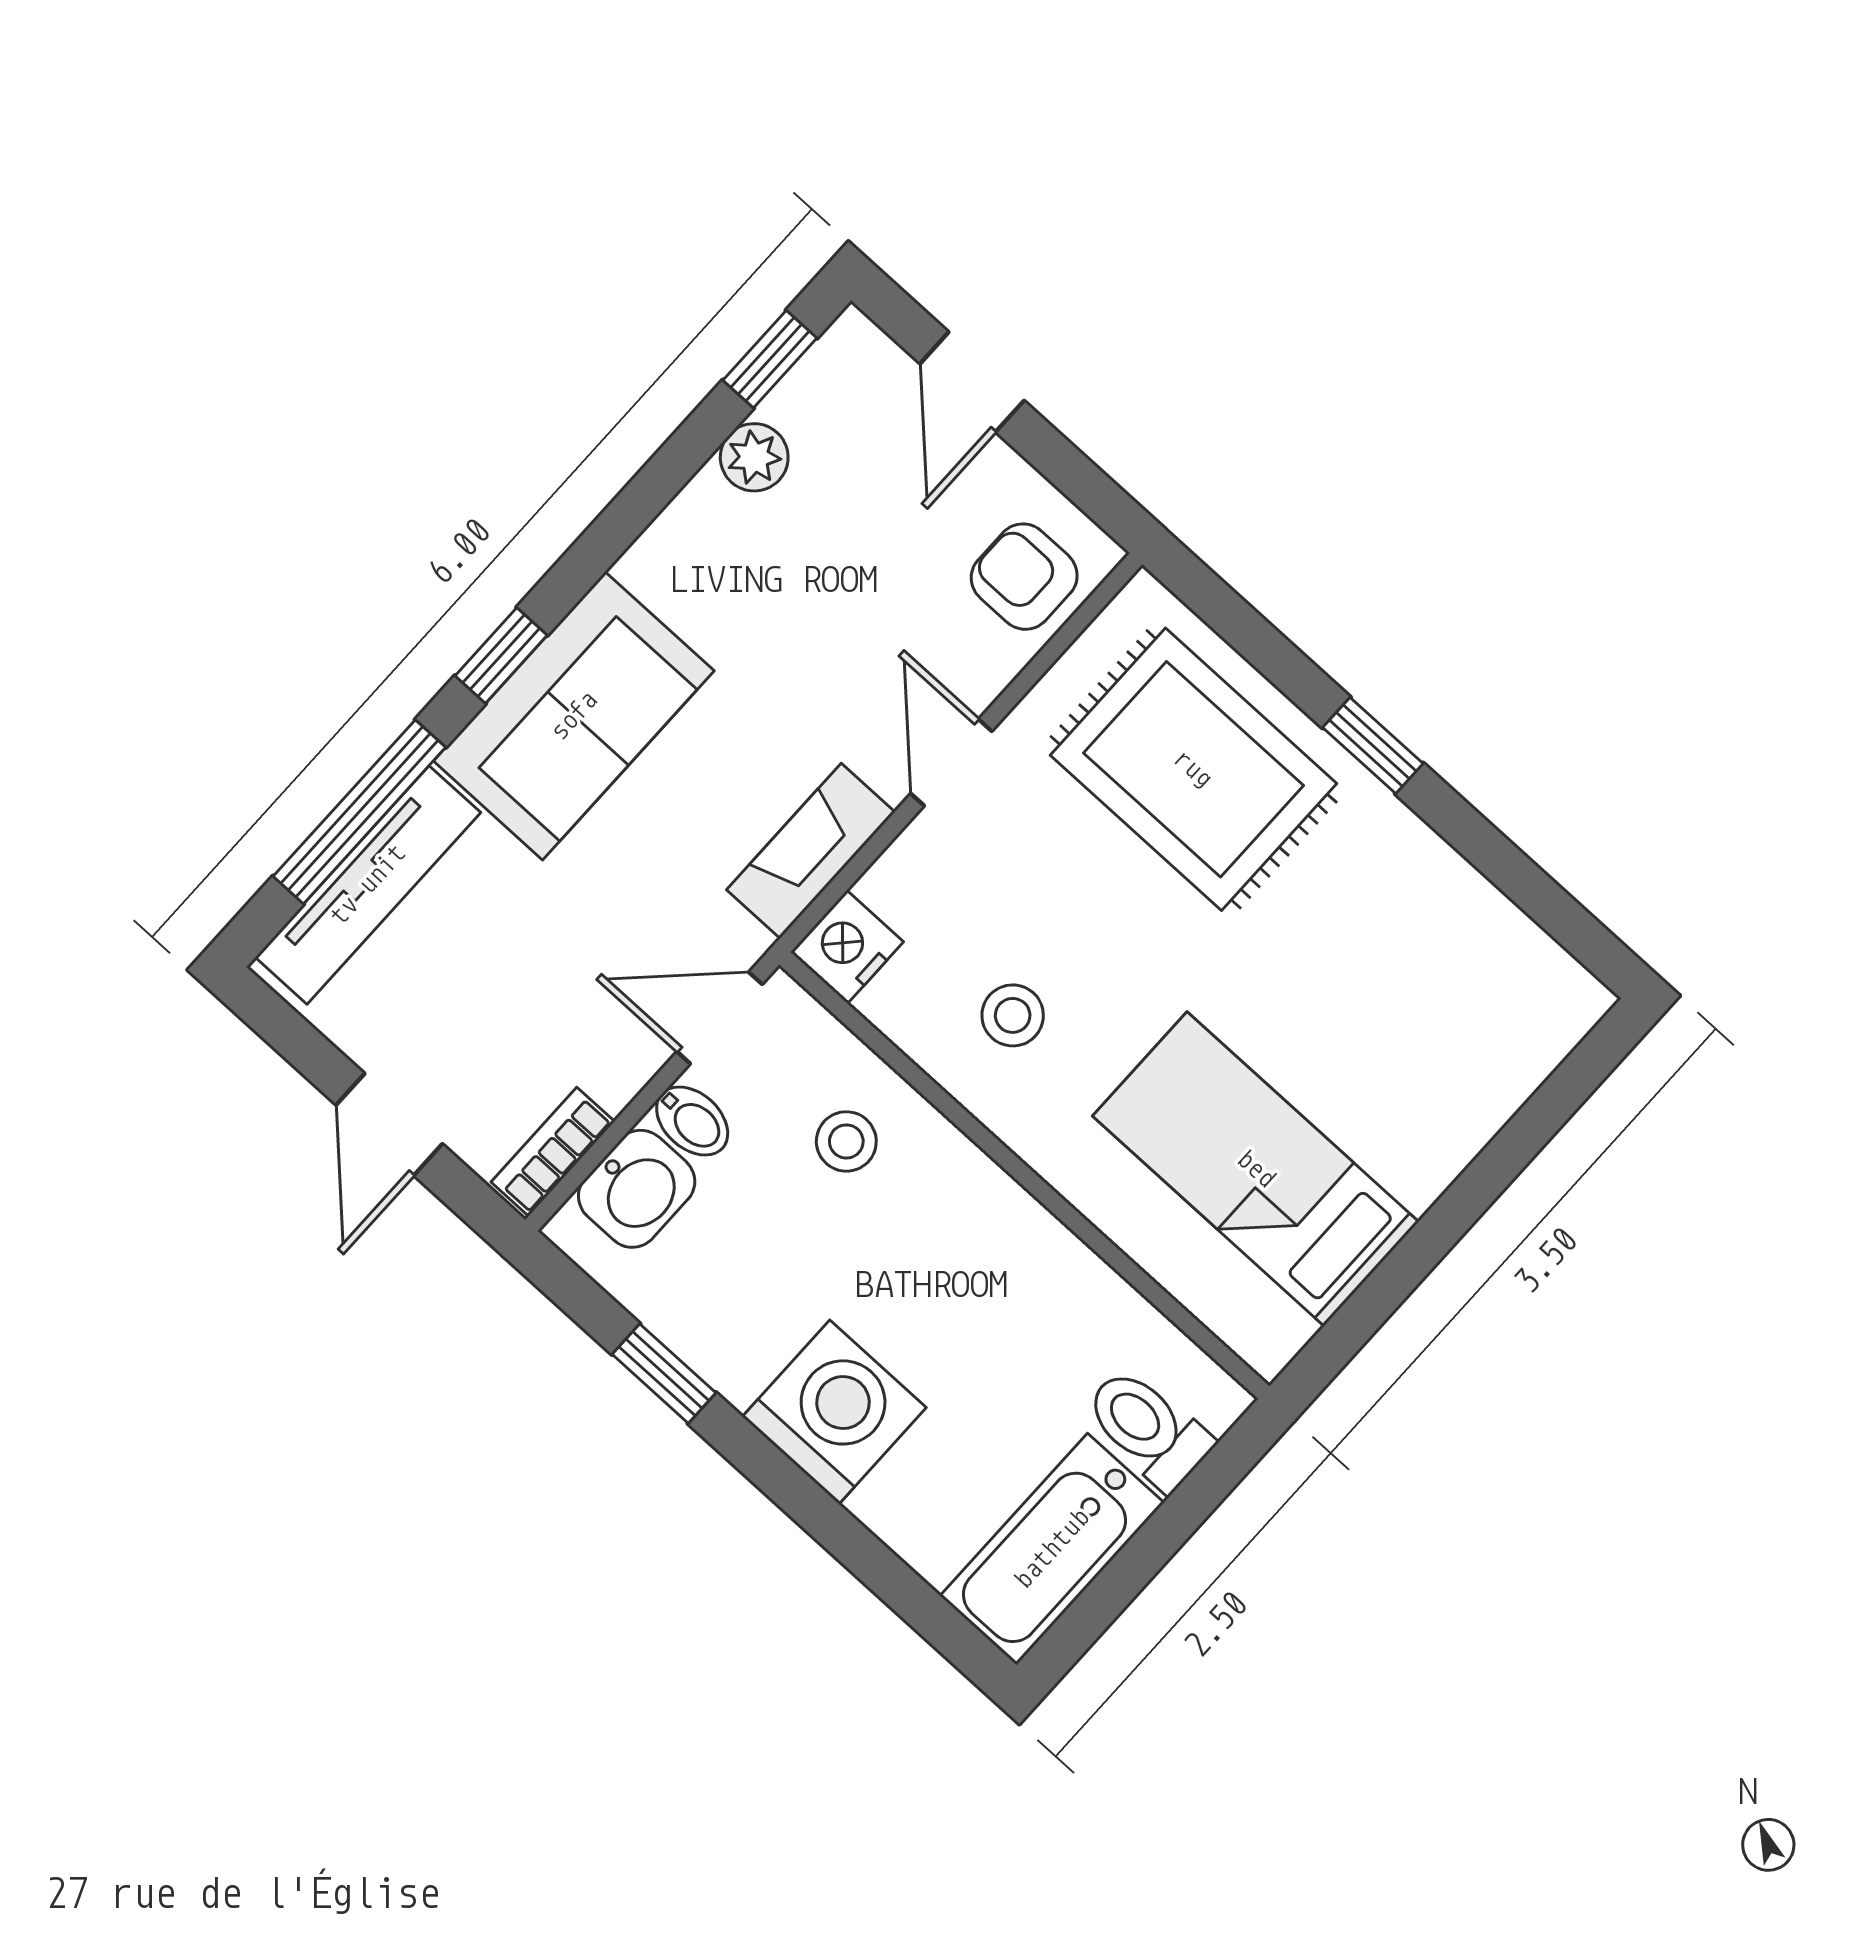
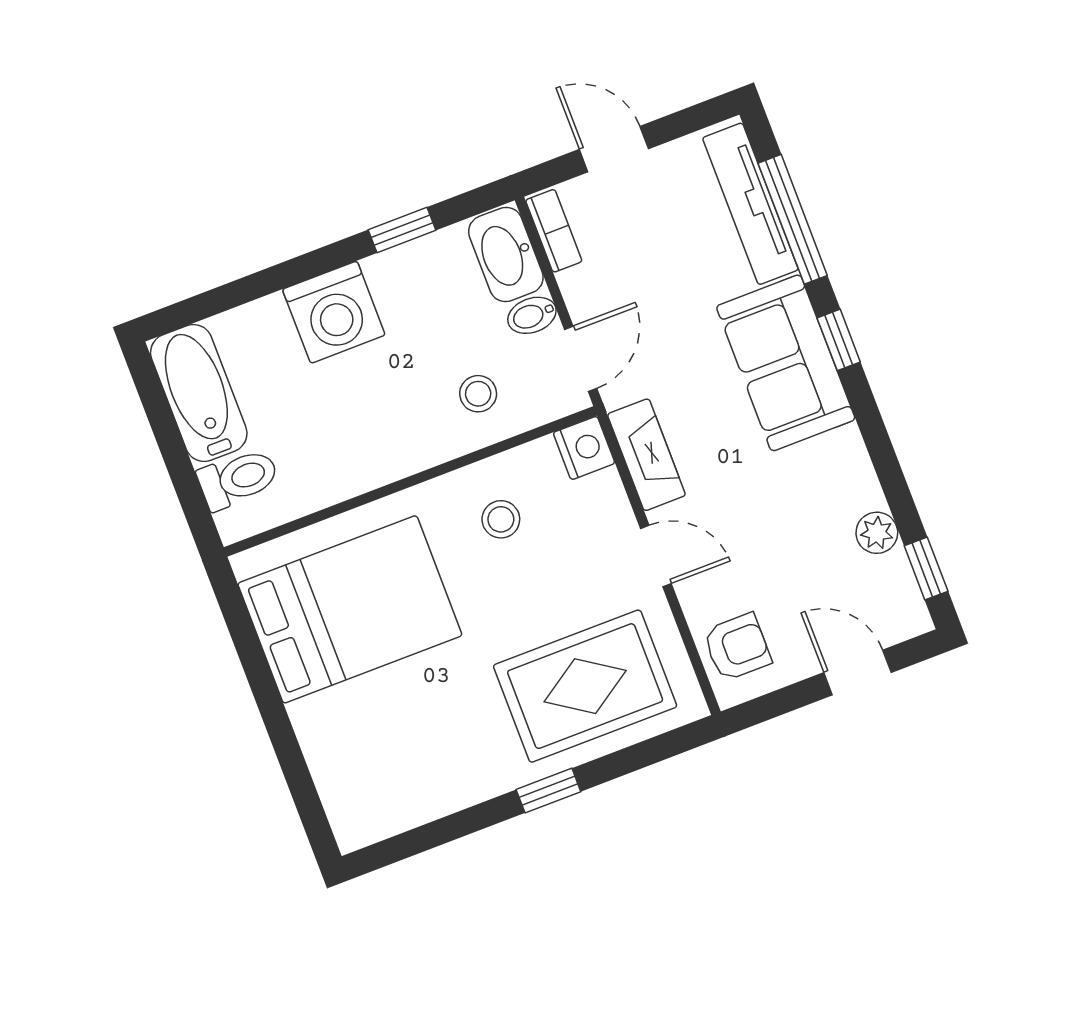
bed: (1256, 1169) -> (350, 609), width x1.50
washbasin: (637, 1189) -> (506, 254), width x1.38

